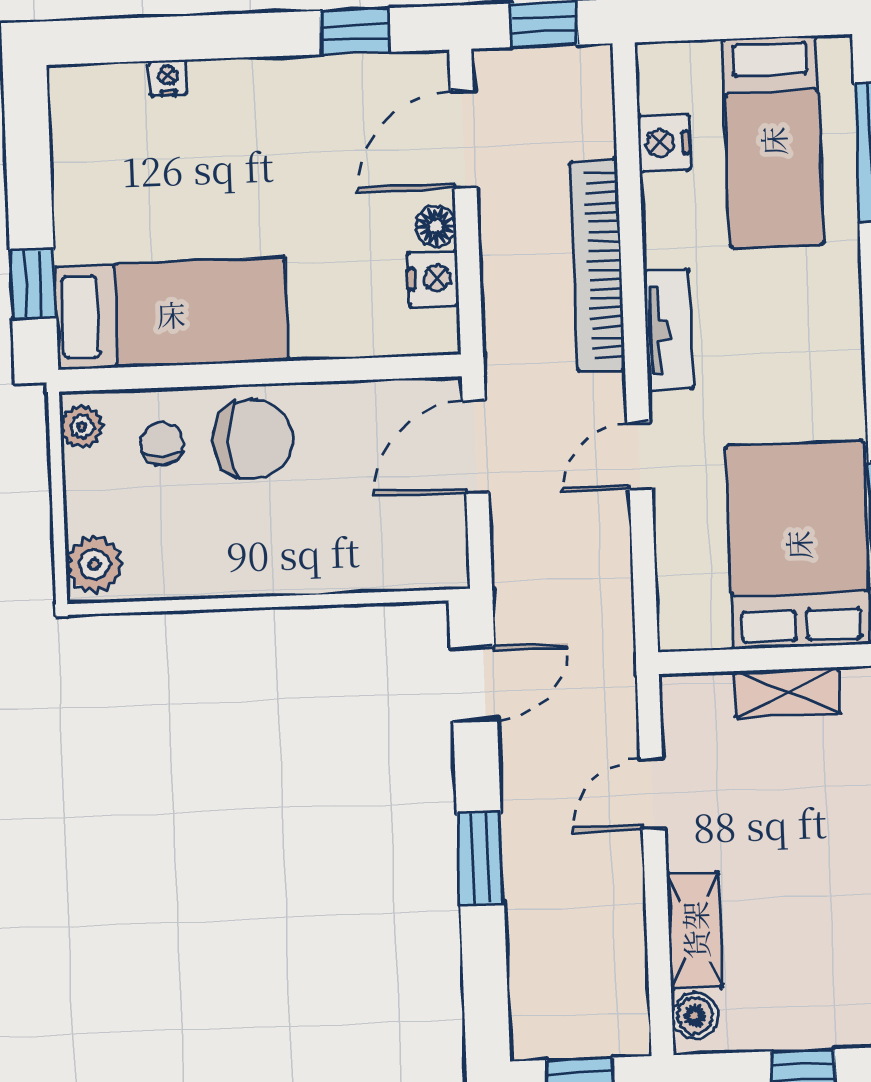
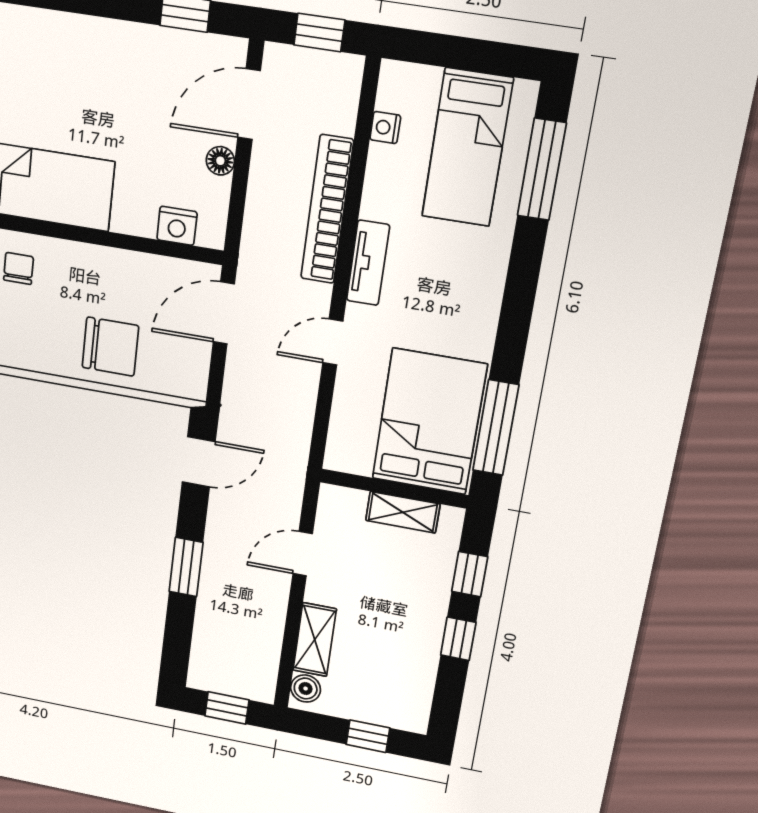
nightstand: (168, 78) -> (52, 22), removed
nightstand: (664, 143) -> (385, 128), width x0.72, depth x0.74
nightstand: (433, 278) -> (177, 226), moved, turned 90
chair: (253, 439) -> (110, 347), moved

